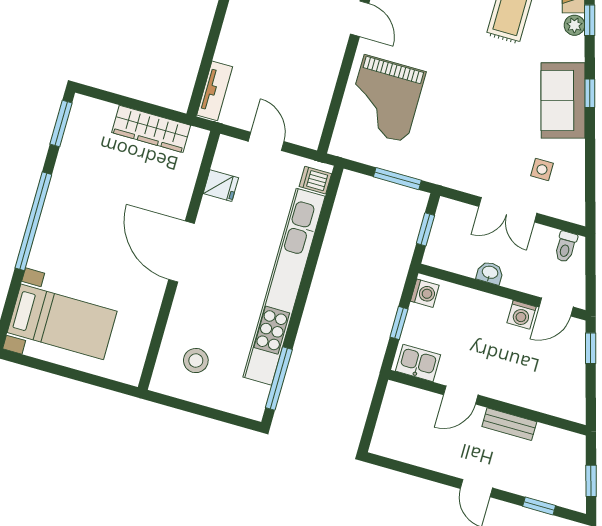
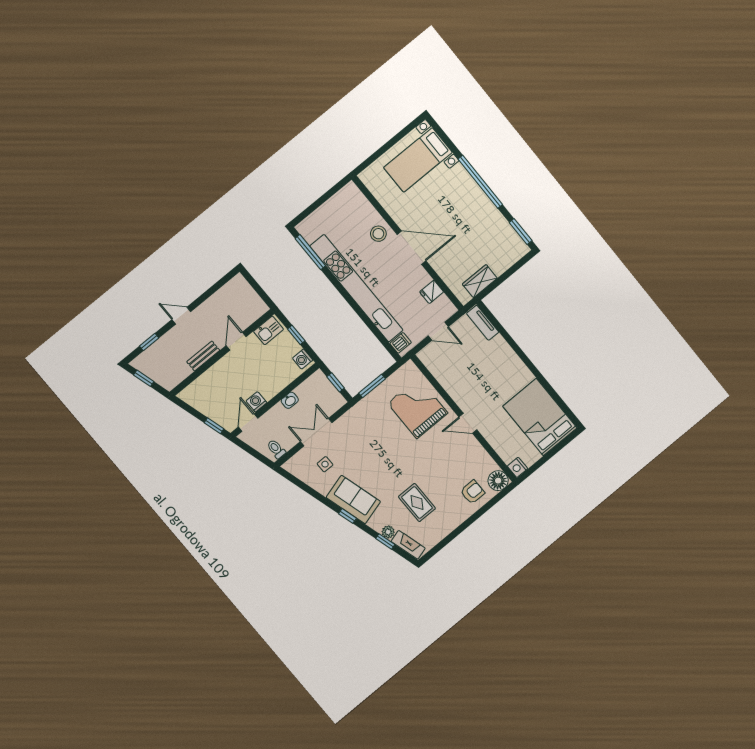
wardrobe: (151, 129) -> (480, 281), width x0.67
stool: (196, 361) -> (378, 234), moved

